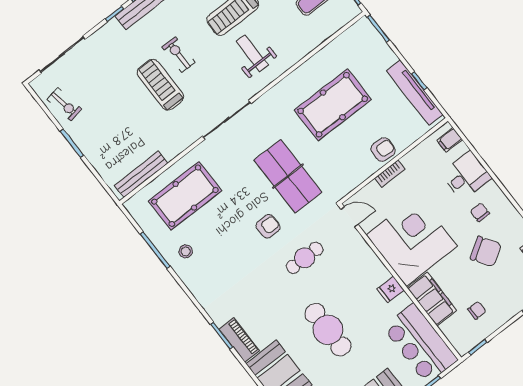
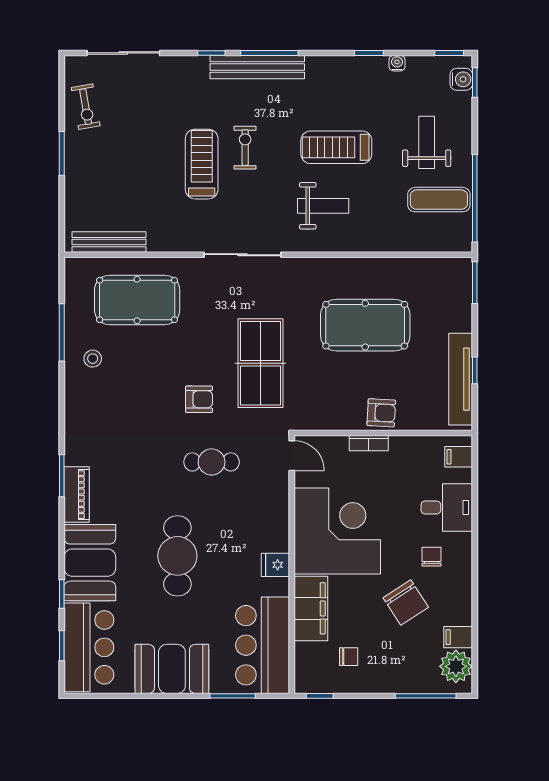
weight bench: (252, 53) -> (323, 206), turned 90

